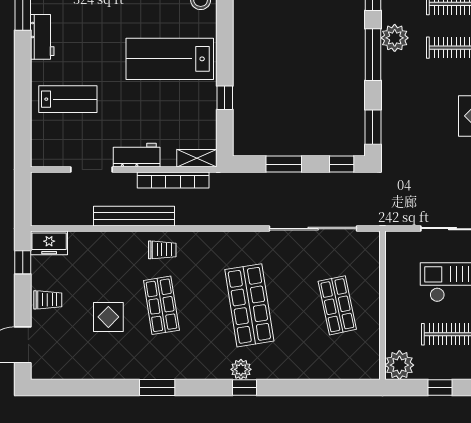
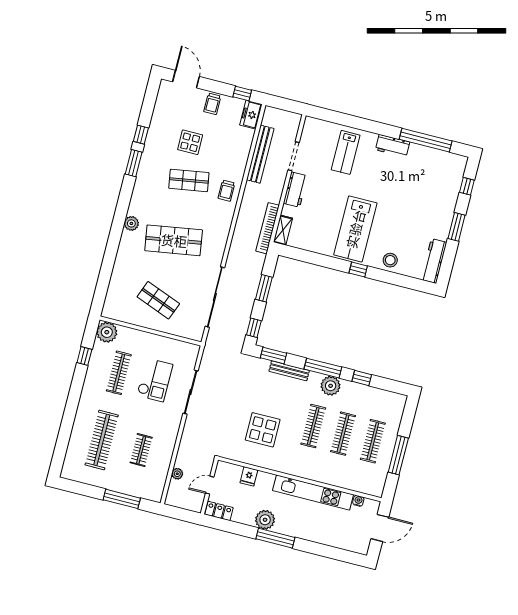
lab bench: (170, 59) -> (355, 229), turned 180
window: (225, 98) -> (358, 269), moved
bench: (389, 100) -> (289, 371), added
bookcase: (173, 180) -> (268, 228), moved
bench: (134, 216) -> (260, 154), moved
shop shelf: (337, 305) -> (158, 300), turned 33
window: (245, 388) -> (141, 135), moved

